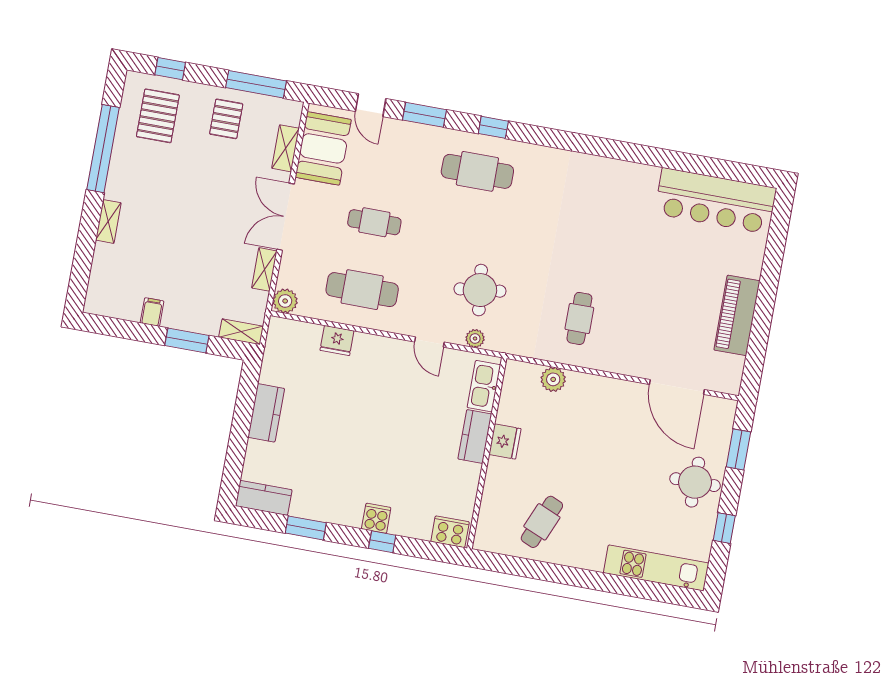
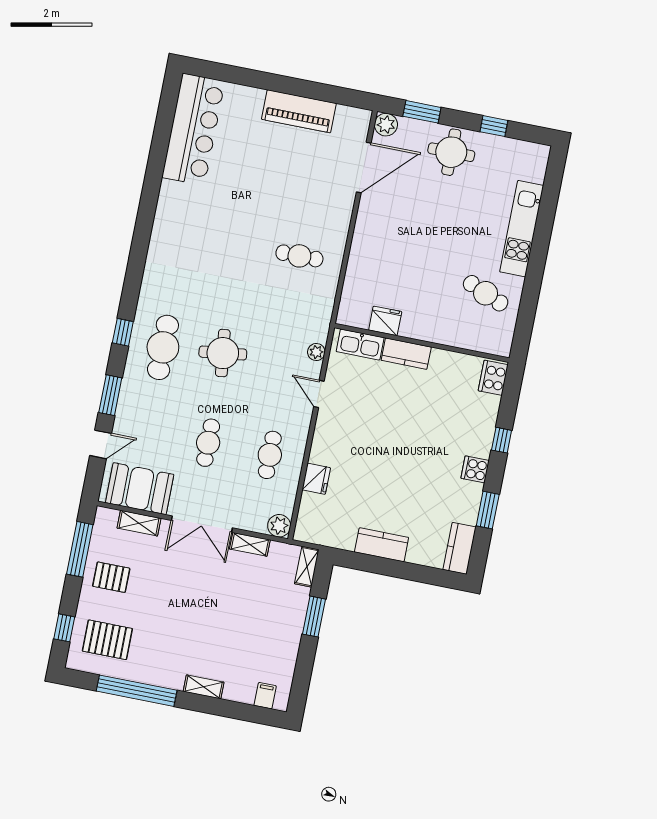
cafe table: (362, 290) -> (270, 455), width x0.73, depth x0.74
round table: (480, 290) -> (223, 353), moved
filing cabinet: (152, 312) -> (265, 696), moved, turned 90
door: (429, 342) -> (319, 394), swing flipped
plant: (553, 379) -> (386, 125), moved
fridge: (505, 442) -> (385, 321), moved
cooker: (376, 518) -> (475, 469), moved
kitchen unit: (656, 568) -> (522, 229), moved

